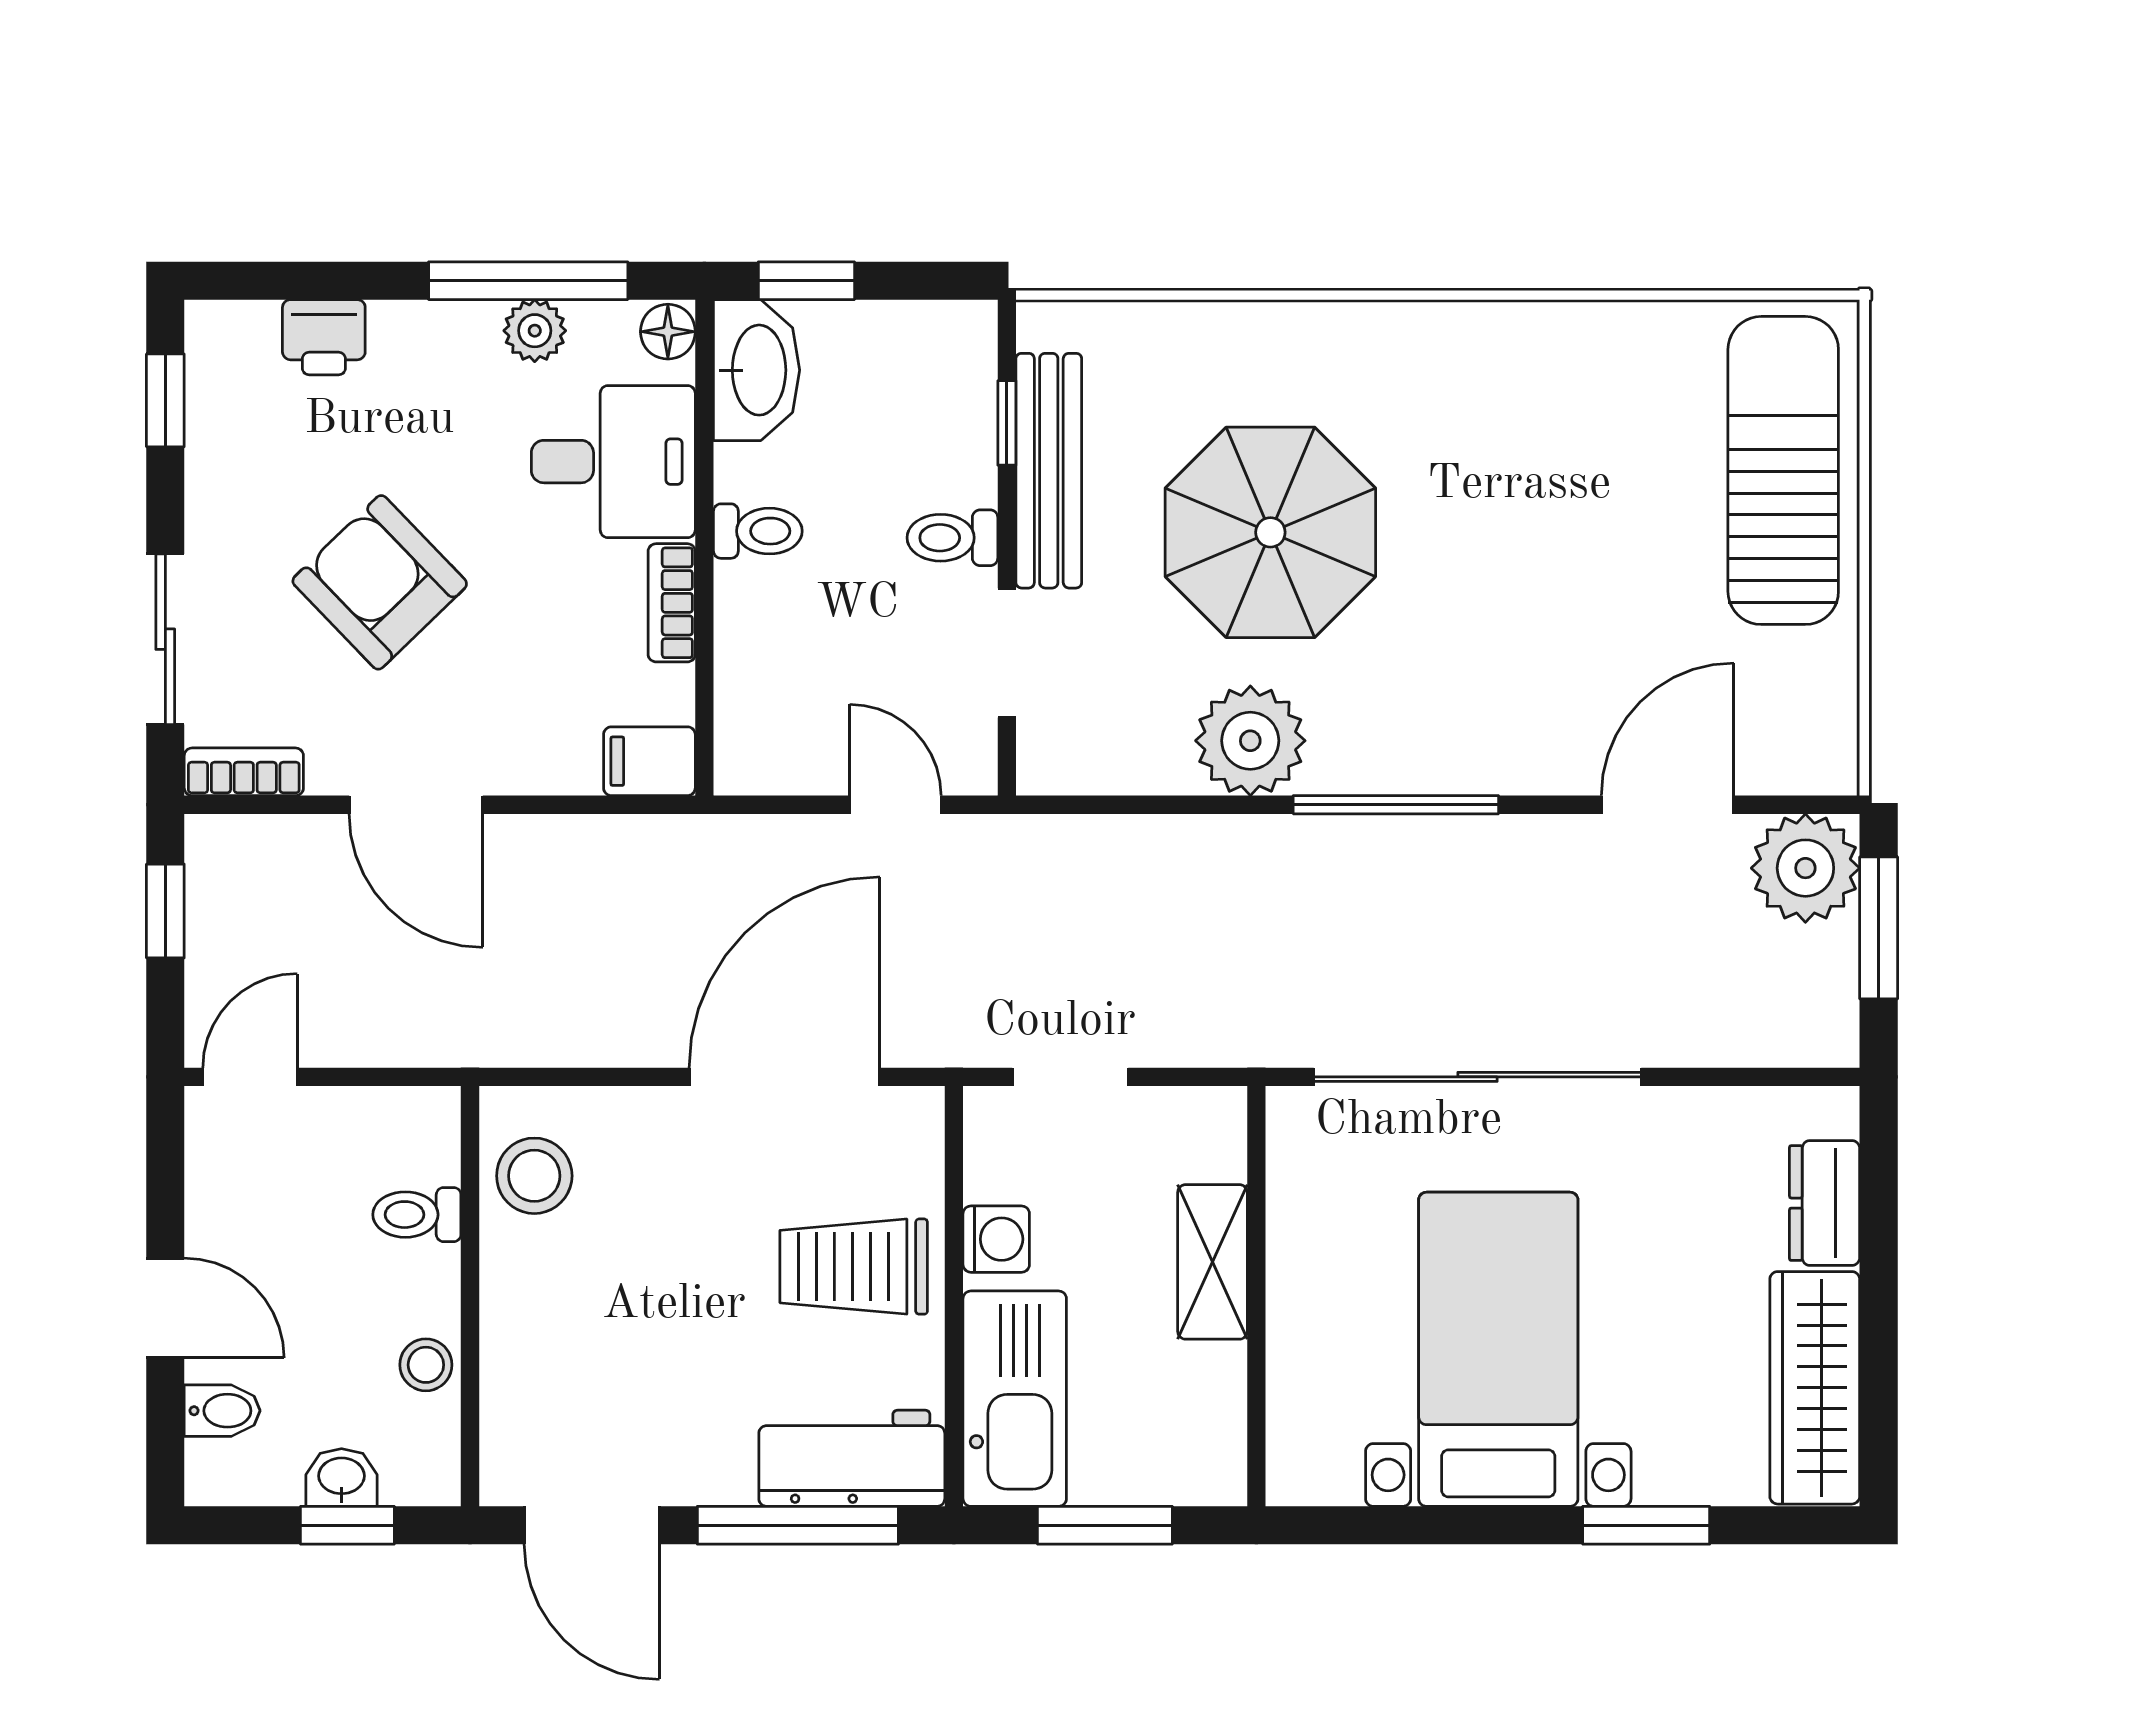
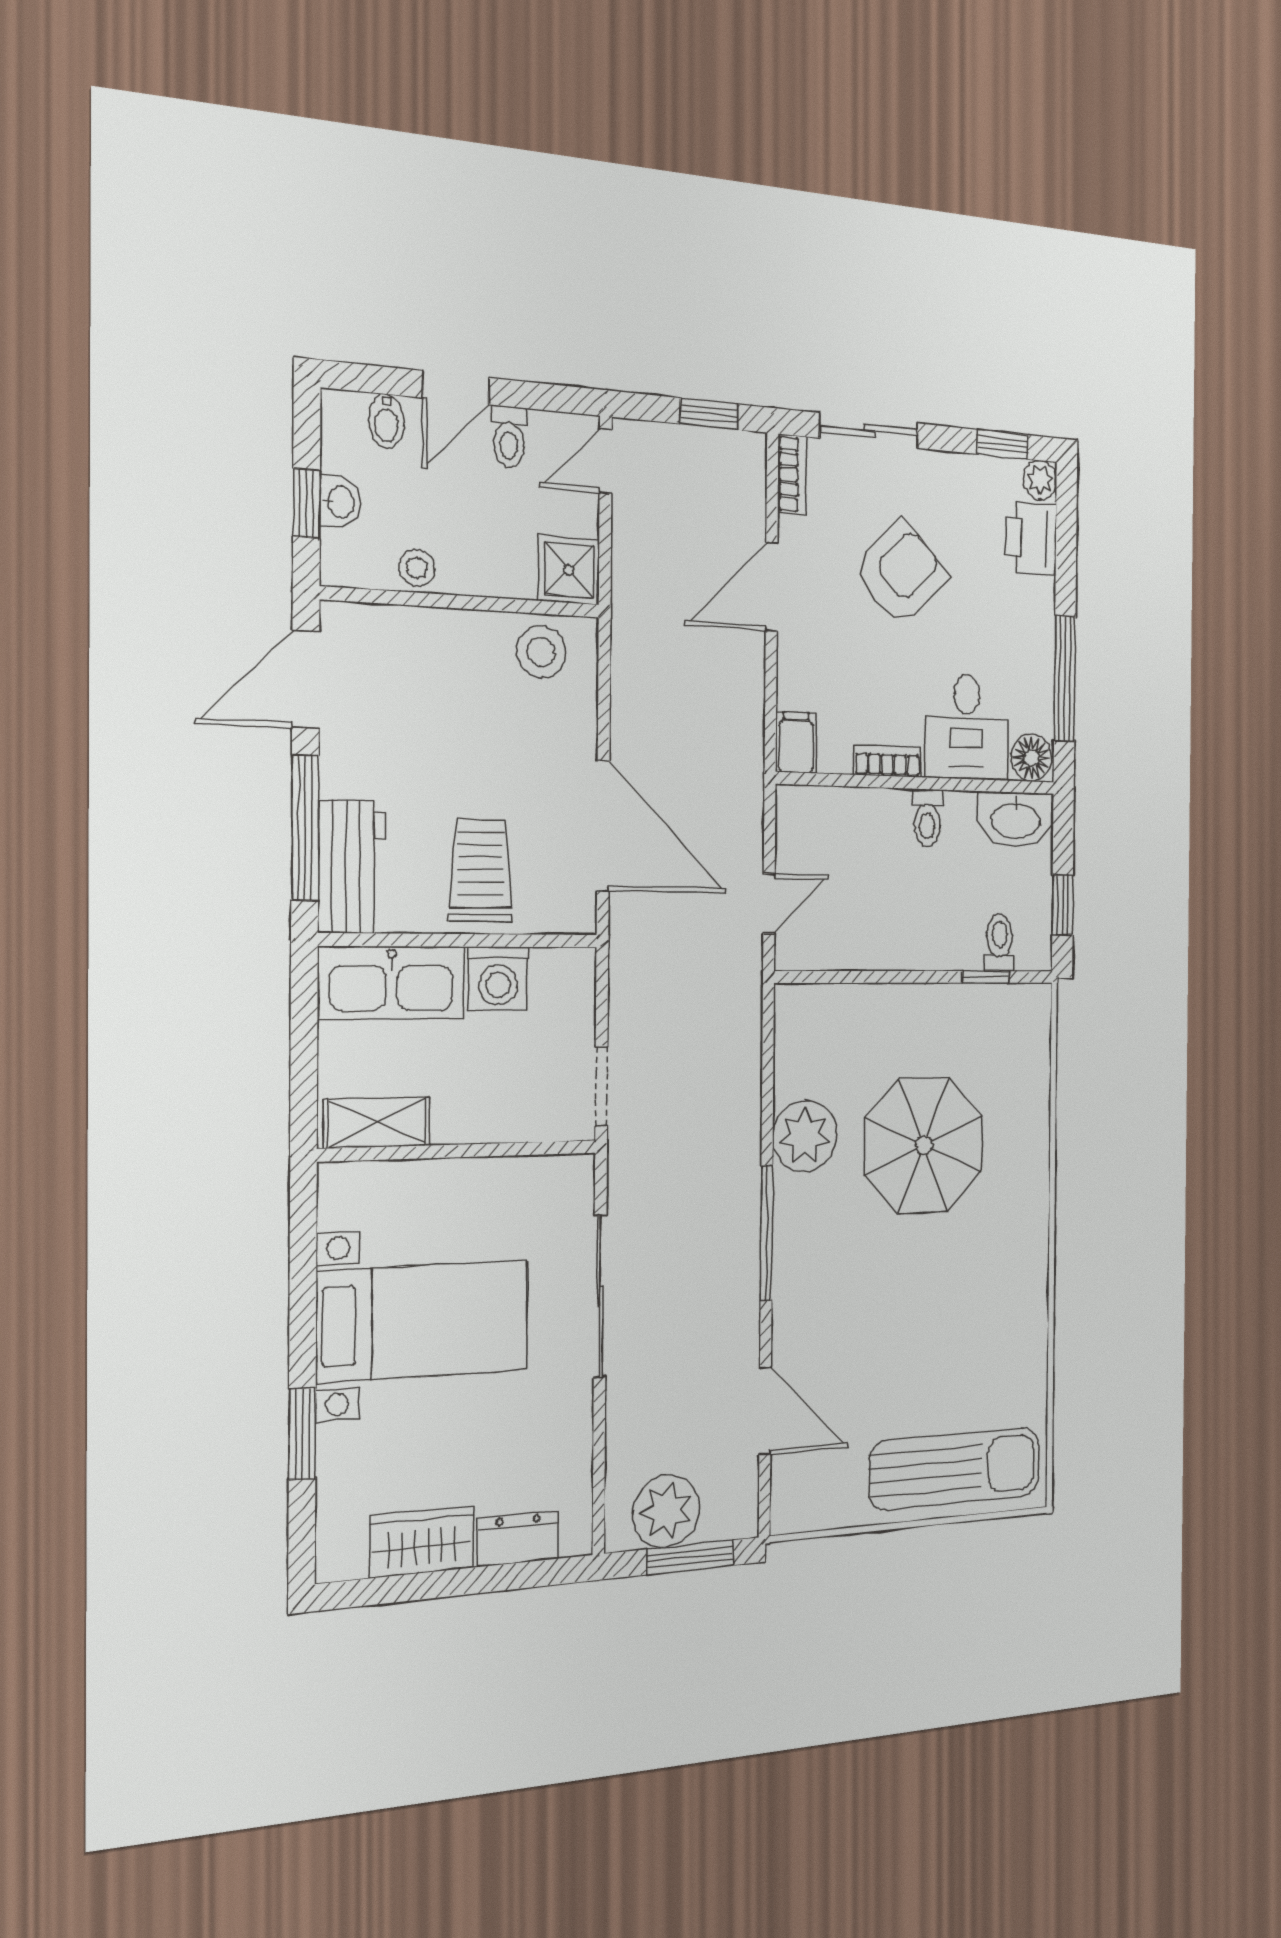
window: (806, 281) -> (1063, 905), moved
plant: (535, 331) -> (1040, 480), moved
floor lamp: (668, 332) -> (1031, 758), width x1.37, depth x1.37
printer: (324, 337) -> (1031, 538), width x1.36, depth x1.24
bench: (1049, 471) -> (959, 1004), removed
toilet: (952, 538) -> (999, 943), moved
doorway: (1007, 653) -> (857, 977), removed
plant: (1805, 868) -> (667, 1511), moved
door: (250, 1077) -> (606, 461), swing flipped
doorway: (1070, 1077) -> (601, 1087), moved
sliding door: (1478, 1077) -> (600, 1296), width x0.73
shower: (413, 1134) -> (569, 570), added
toilet: (417, 1215) -> (509, 437), moved, turned 180
washing machine: (996, 1239) -> (498, 979), width x1.38, depth x1.38
shelving: (1213, 1262) -> (377, 1123), moved
wardrobe: (1815, 1388) -> (422, 1542), width x0.67
window: (1105, 1525) -> (304, 1048), removed

